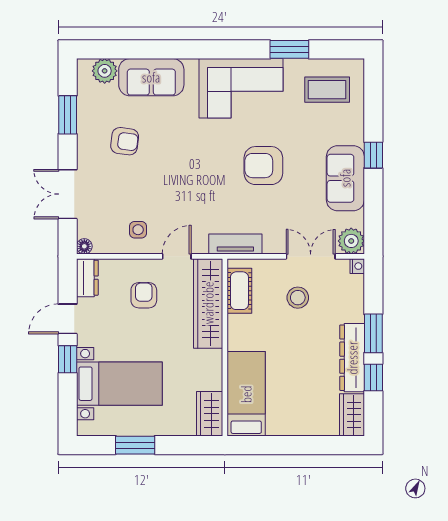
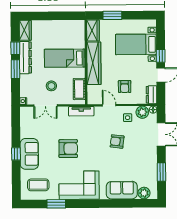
armchair: (125, 141) -> (117, 141), moved
sofa: (345, 178) -> (29, 154), moved
plant: (351, 241) -> (142, 112), moved
door: (177, 256) -> (109, 105), swing flipped
wardrobe: (208, 303) -> (94, 63), moved
bed: (246, 394) -> (65, 58), moved, turned 90
window: (135, 445) -> (112, 15), moved

